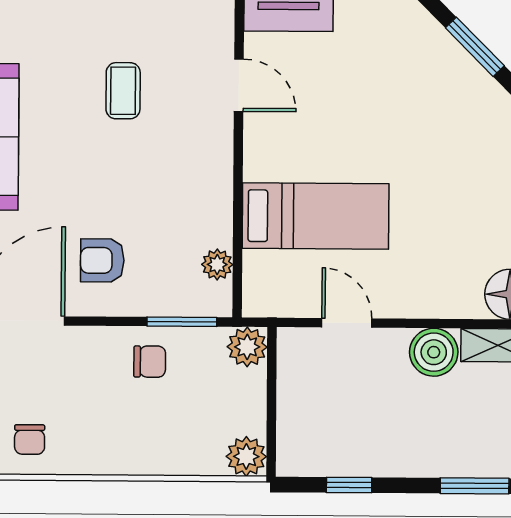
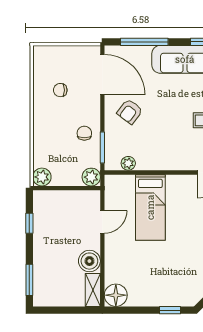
armchair: (102, 260) -> (130, 112), turned -143
chair: (150, 362) -> (84, 133), turned 180
chair: (30, 439) -> (60, 90), moved

